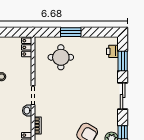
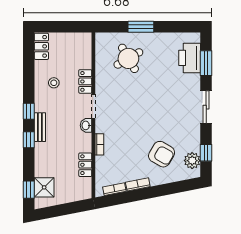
locker: (27, 47) -> (85, 81), moved
printer: (112, 51) -> (190, 58), width x1.87, depth x1.48
round table: (61, 57) -> (128, 58), turned -30

